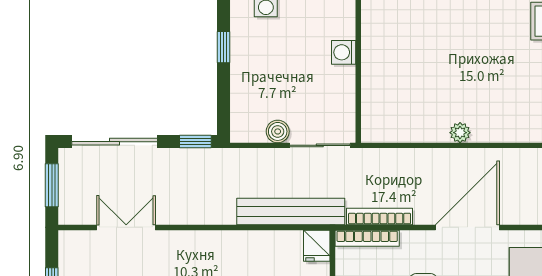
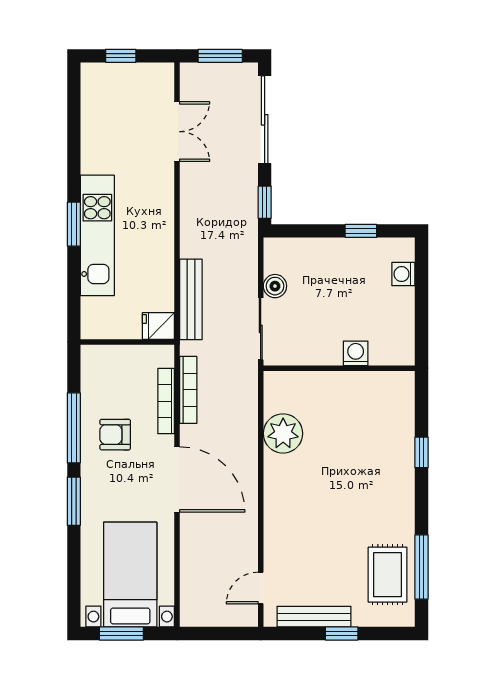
plant: (460, 133) -> (283, 433), moved, width x1.88, depth x1.88
bench: (291, 212) -> (191, 299), width x0.73, depth x0.82
bookcase: (367, 238) -> (166, 401), moved

